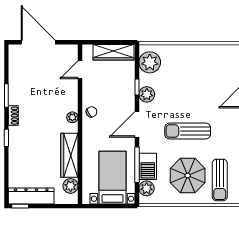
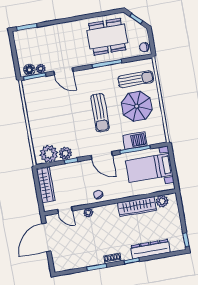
door: (38, 42) -> (46, 237), moved
plant: (147, 94) -> (65, 153), moved
plant: (72, 117) -> (88, 213), moved
plant: (147, 188) -> (153, 138), removed
dresser: (31, 196) -> (150, 249), moved, turned 90

